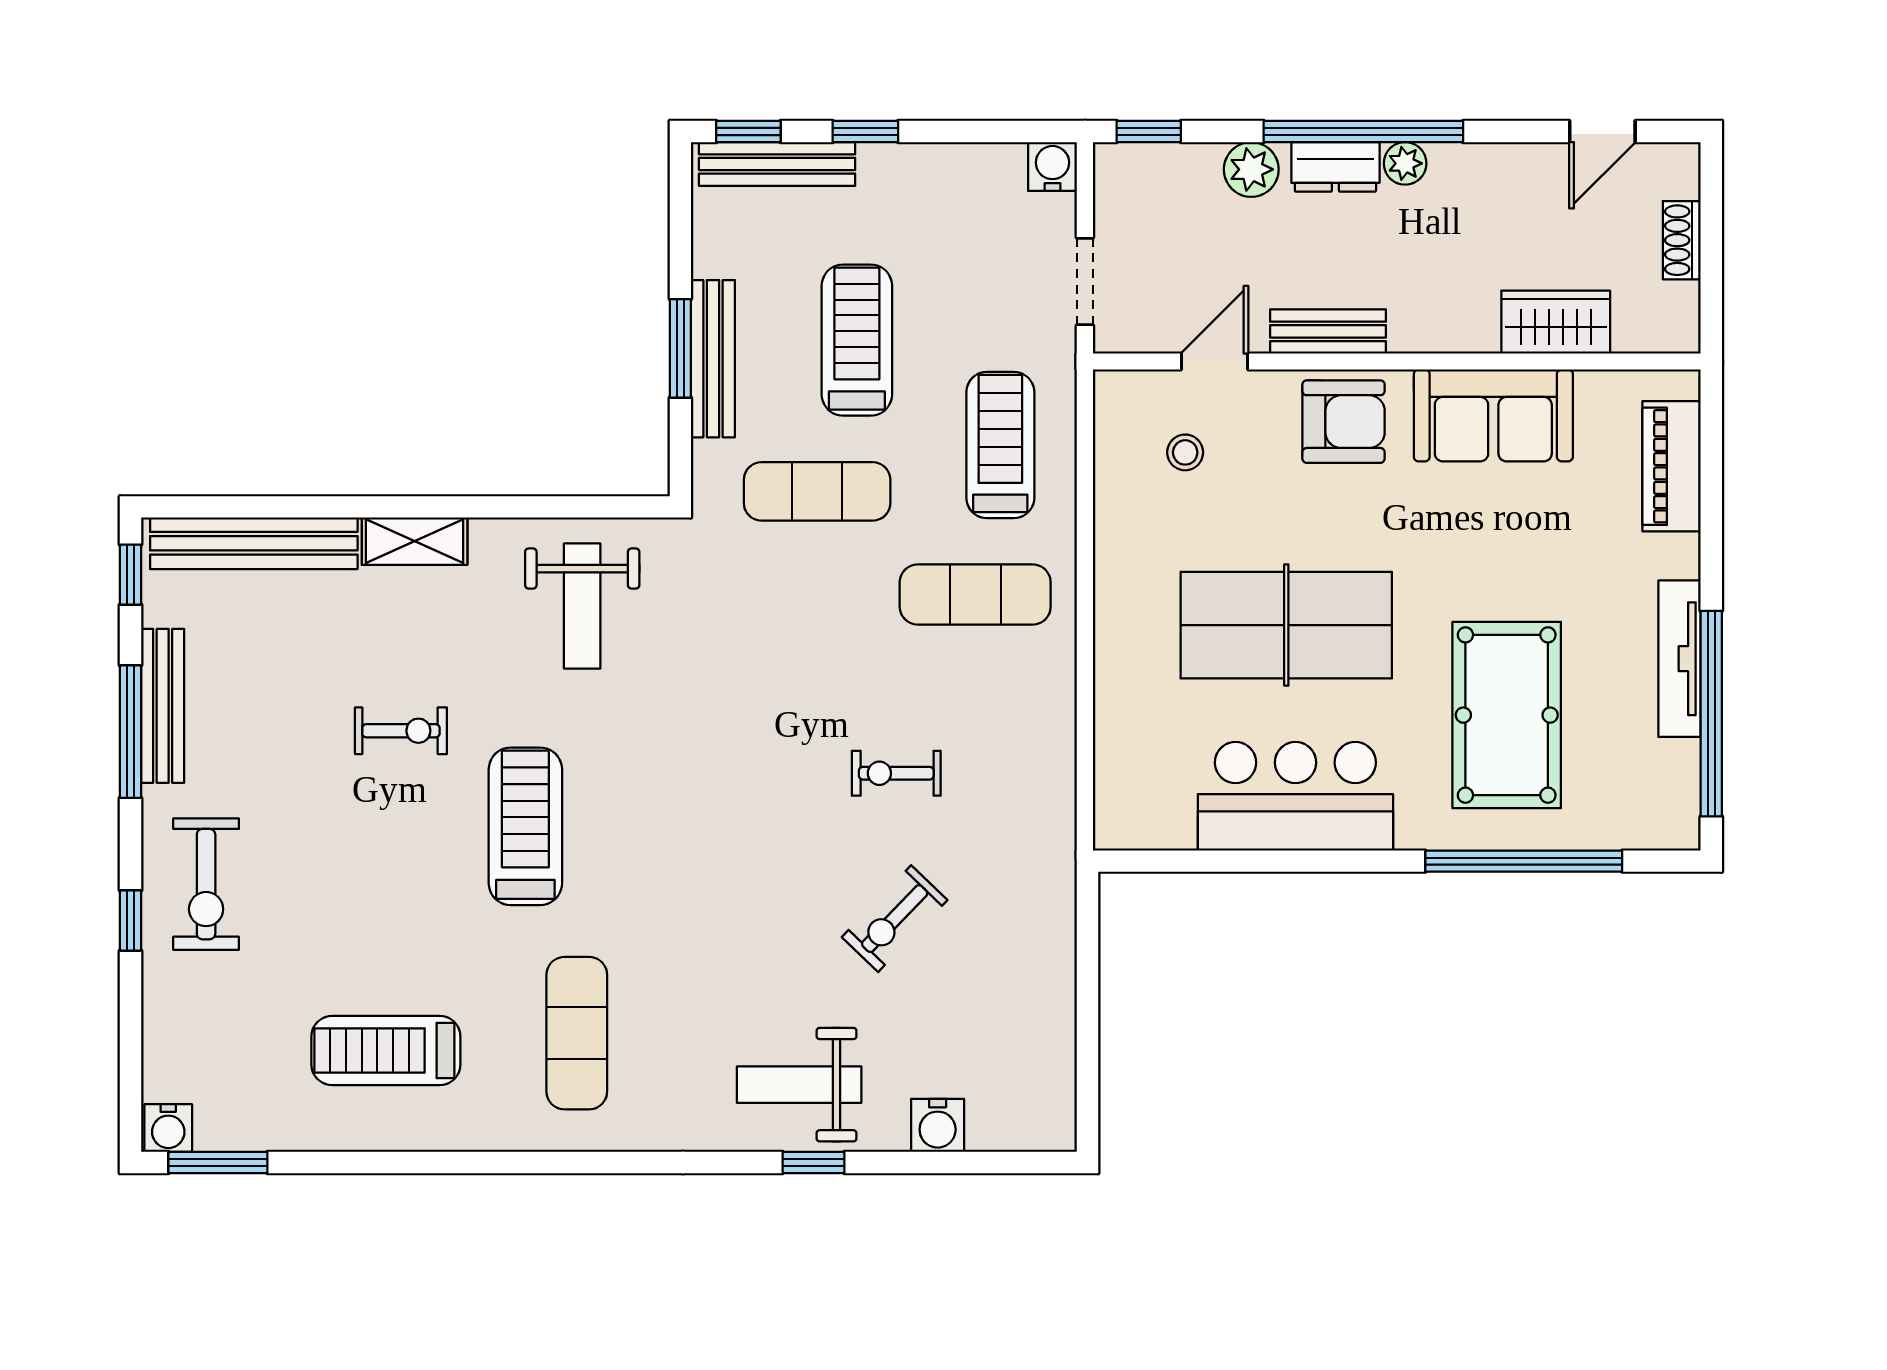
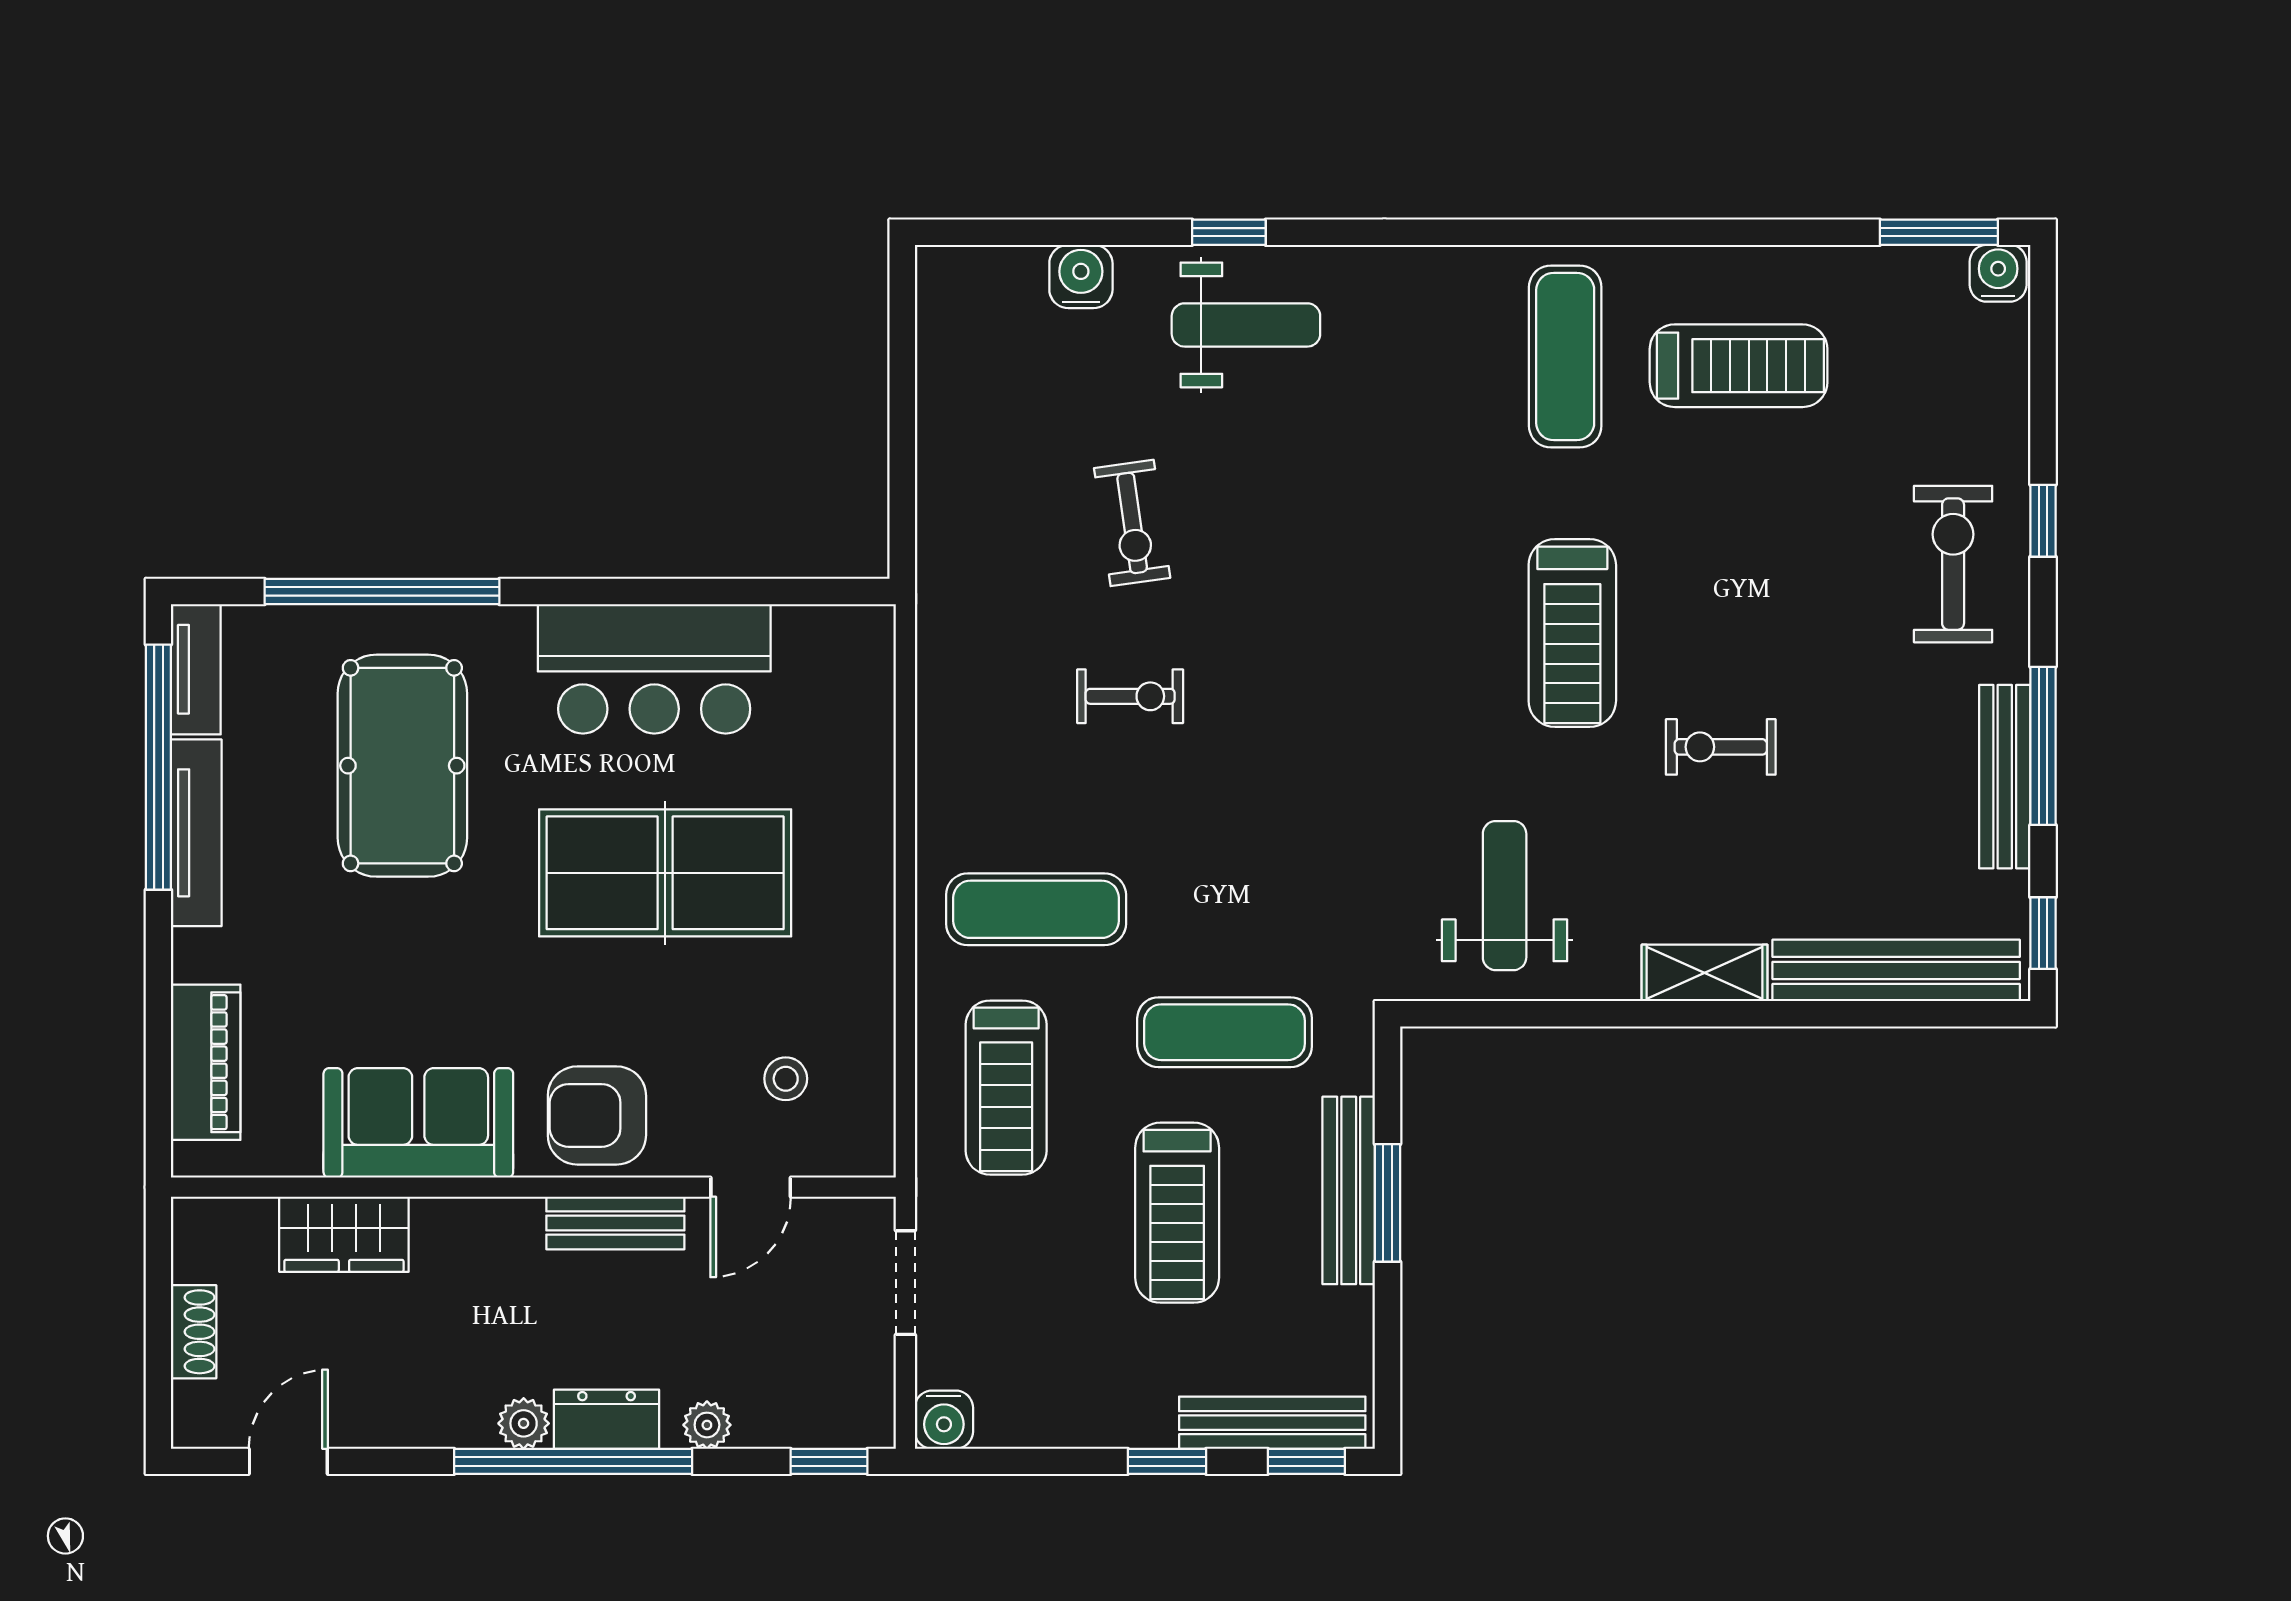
plant: (1251, 169) -> (707, 1425), width x0.73, depth x0.73
tv unit: (1680, 796) -> (196, 669), added
exercise bike: (895, 919) -> (1132, 523), turned 128
exercise mat: (577, 1033) -> (1565, 357), moved

